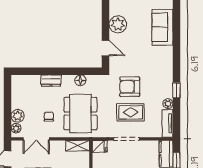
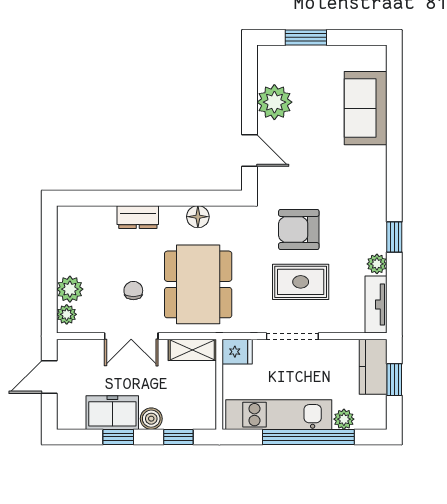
double door: (36, 139) -> (131, 336), moved

